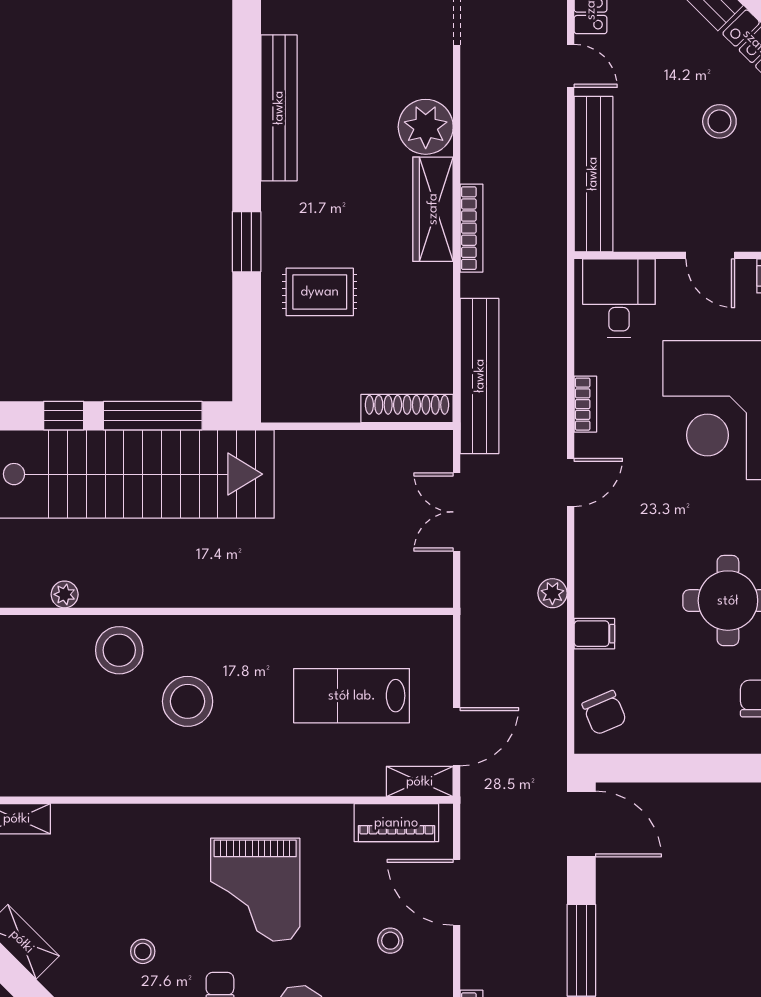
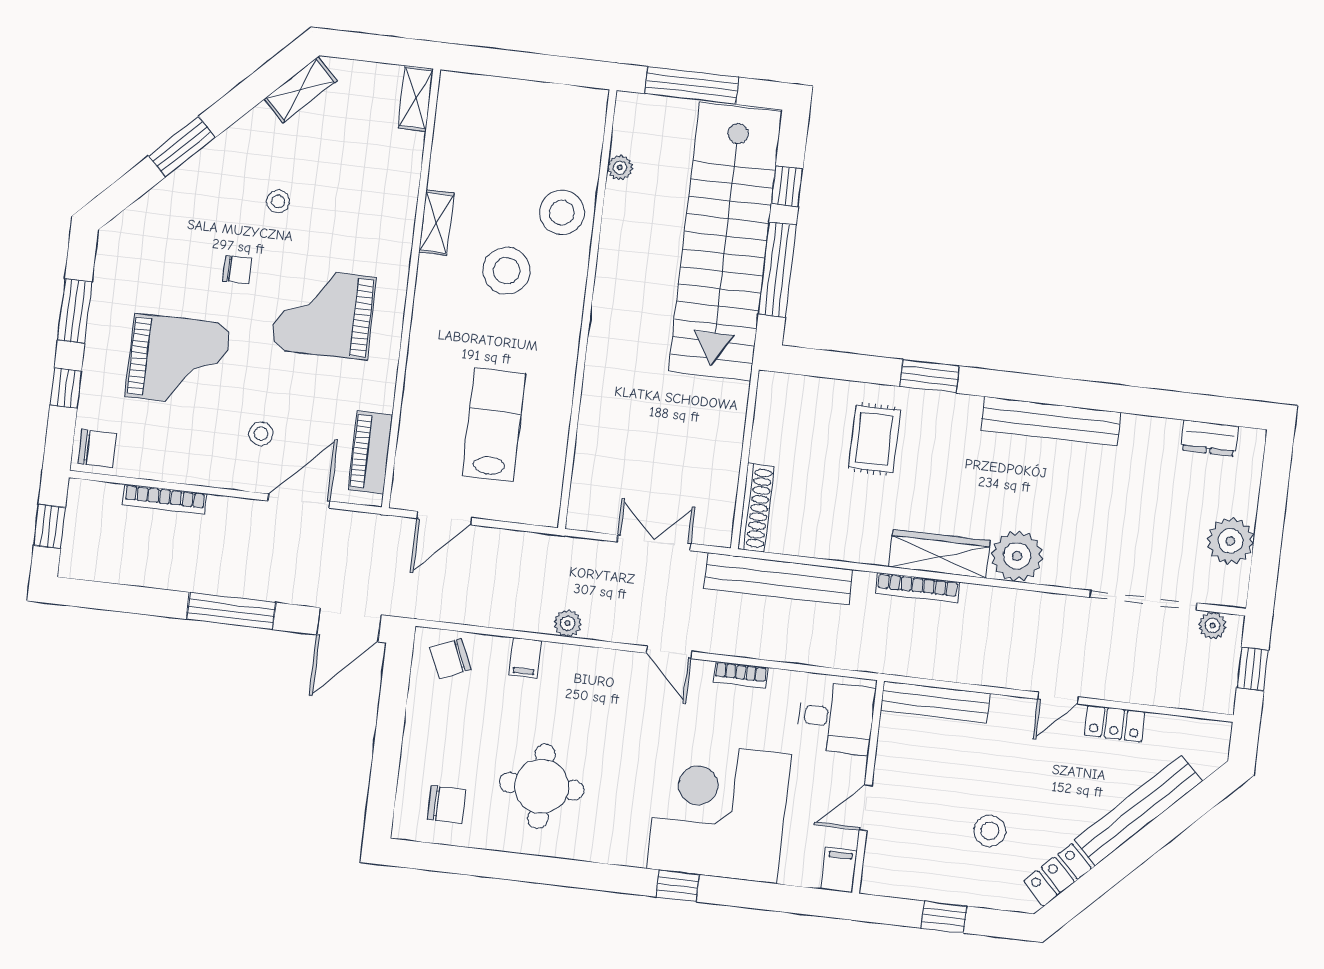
bench: (593, 174) -> (935, 702), width x0.73, depth x0.82
door: (457, 737) -> (444, 518), hinge flipped
shelving: (420, 782) -> (436, 223), moved

